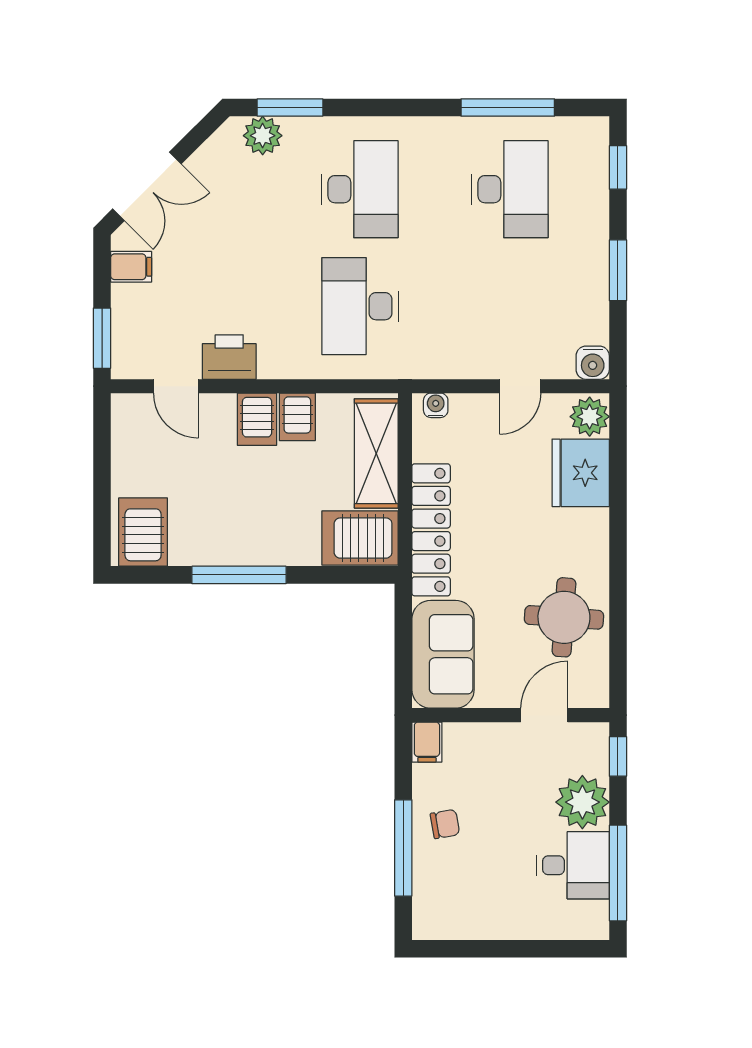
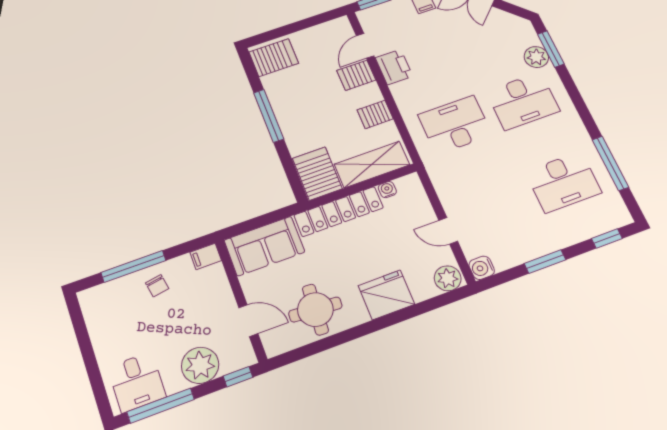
plant: (263, 136) -> (536, 57), moved
water cooler: (436, 405) -> (387, 190), moved, turned -90
server rack: (257, 419) -> (356, 75), moved
fridge: (581, 473) -> (386, 295), moved
desk: (573, 865) -> (137, 382), moved

